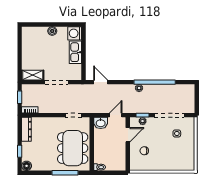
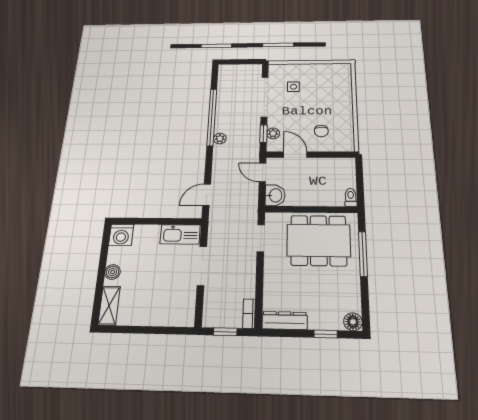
kitchen sink: (75, 52) -> (180, 234), moved
shelving: (33, 75) -> (109, 306), moved

